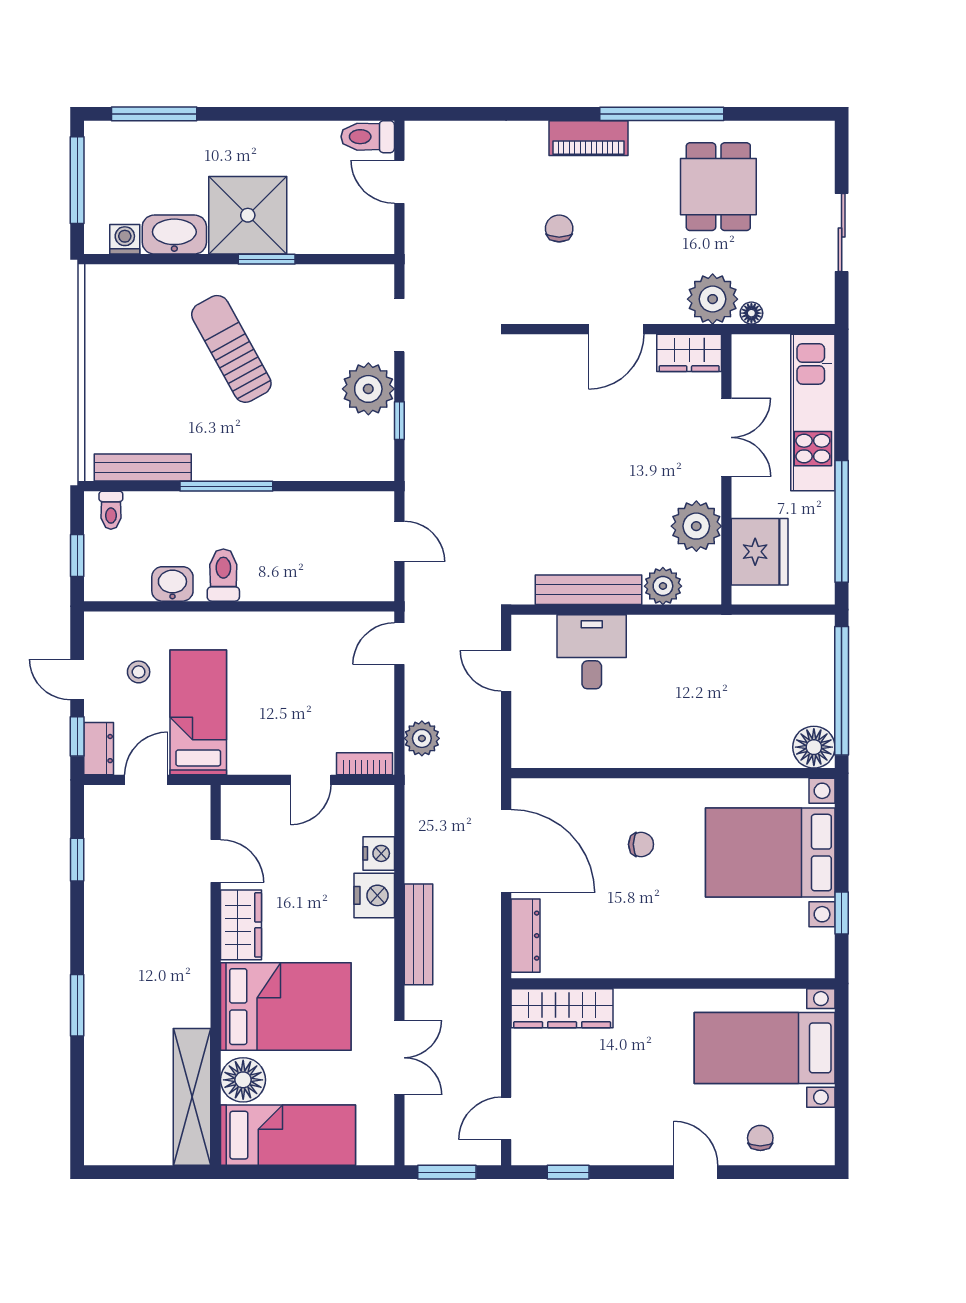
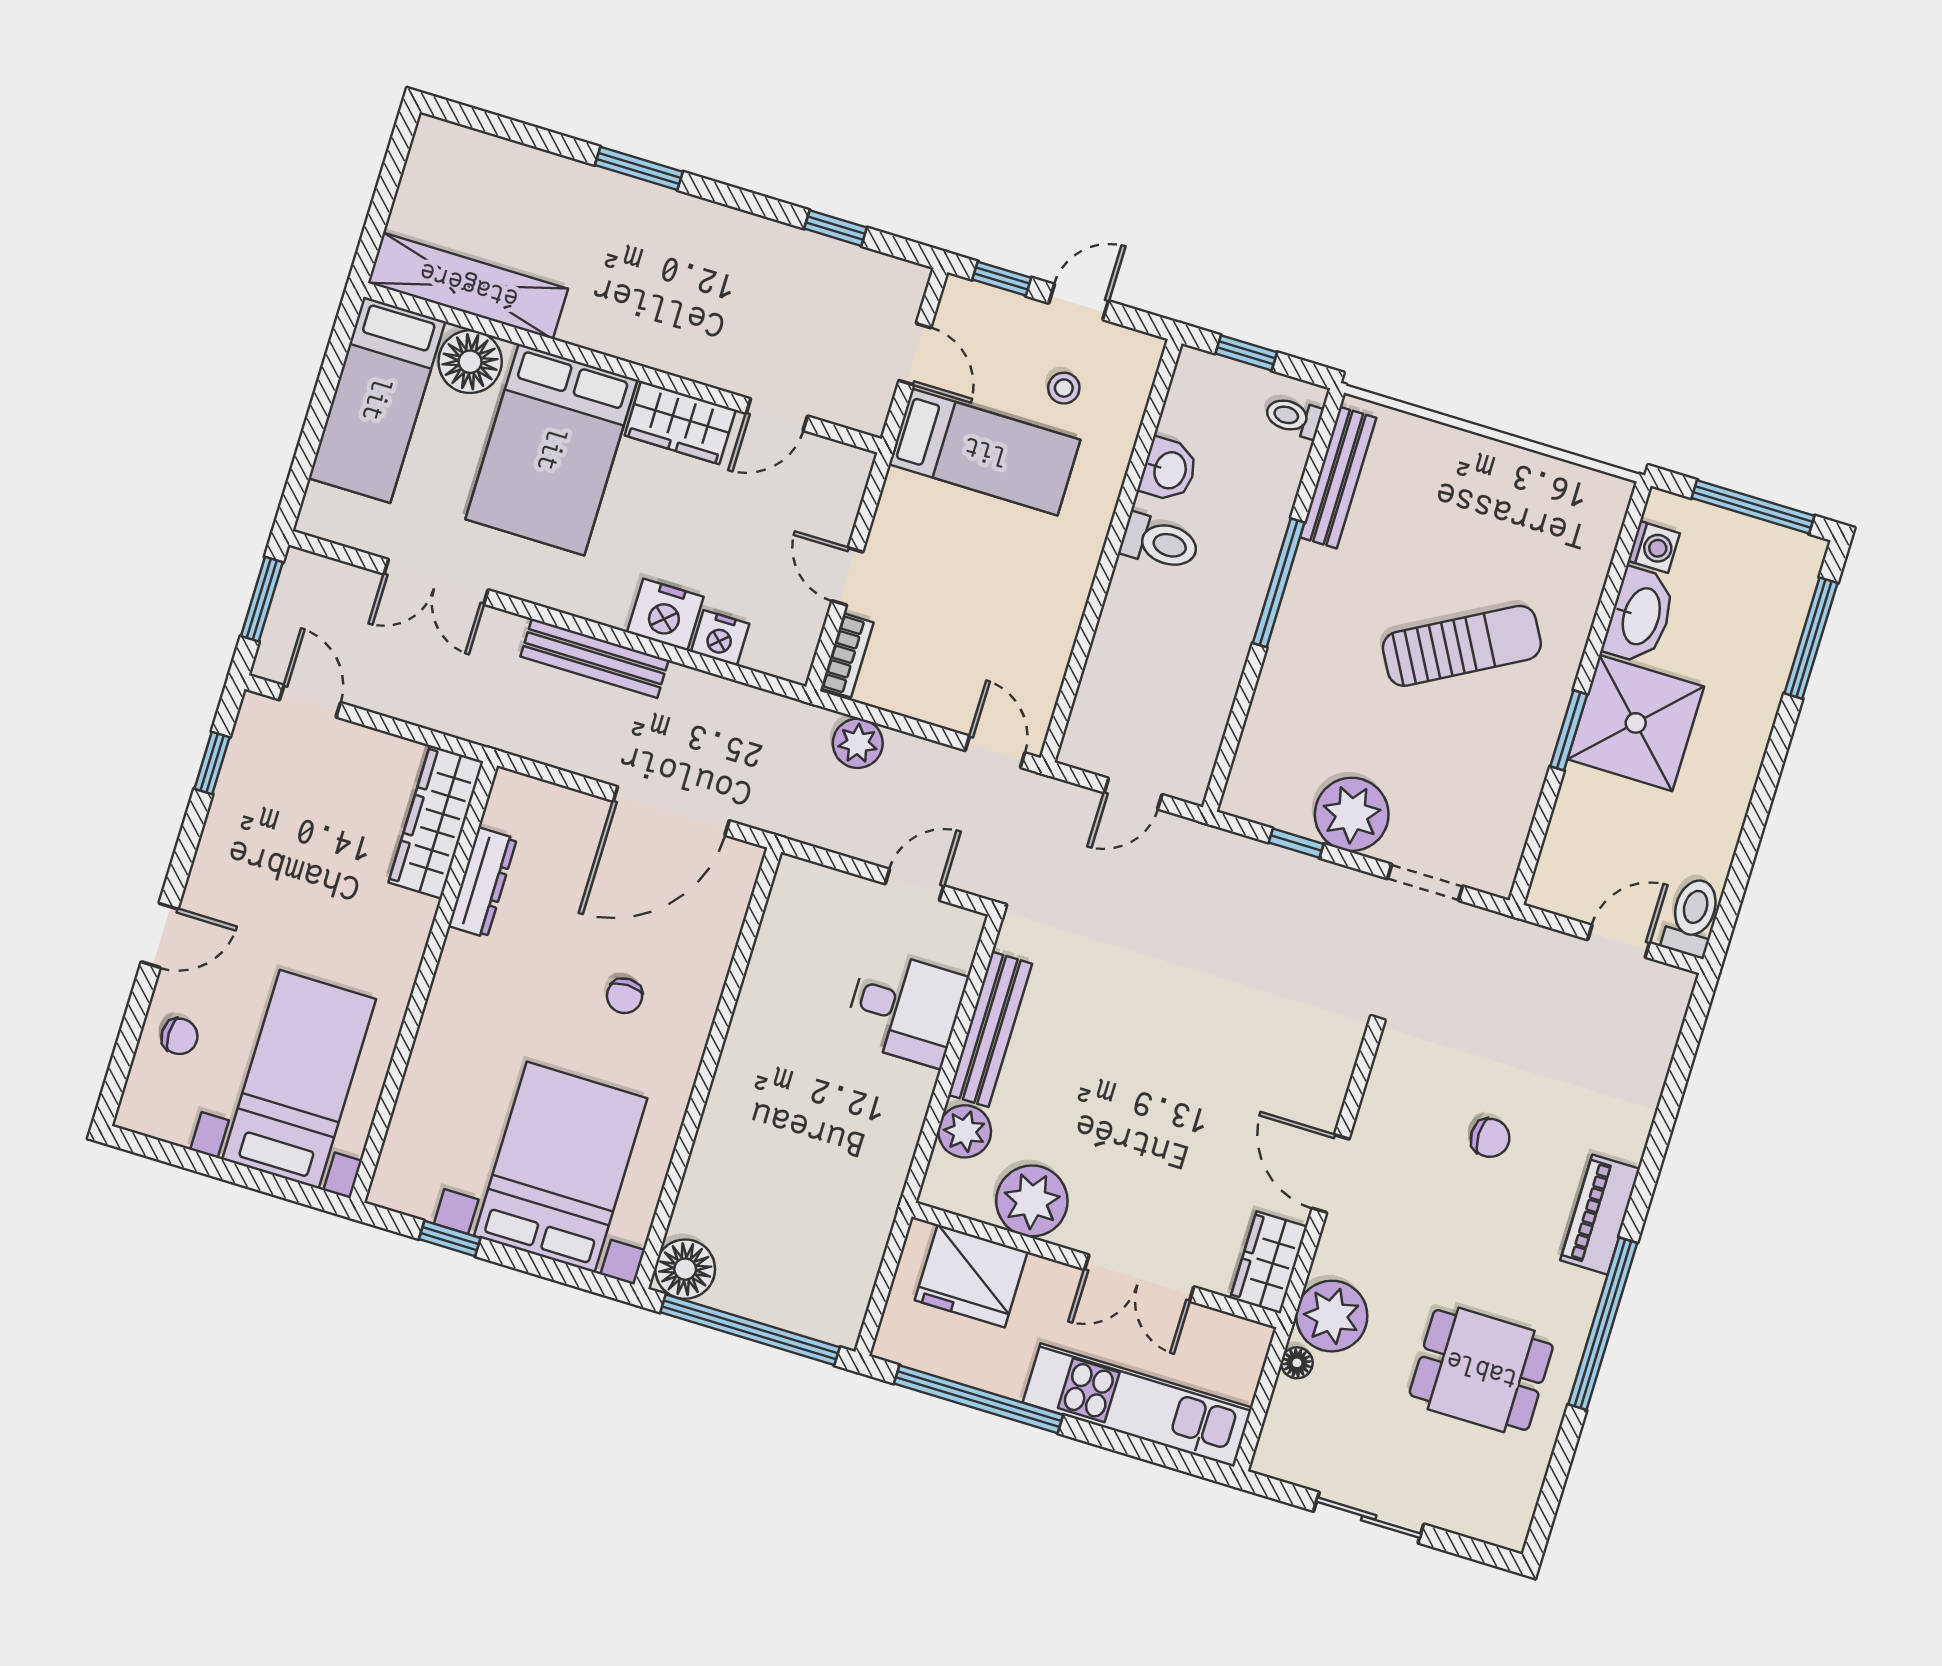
dresser: (99, 749) -> (977, 303), removed
dresser: (526, 936) -> (483, 882), moved, turned -90

